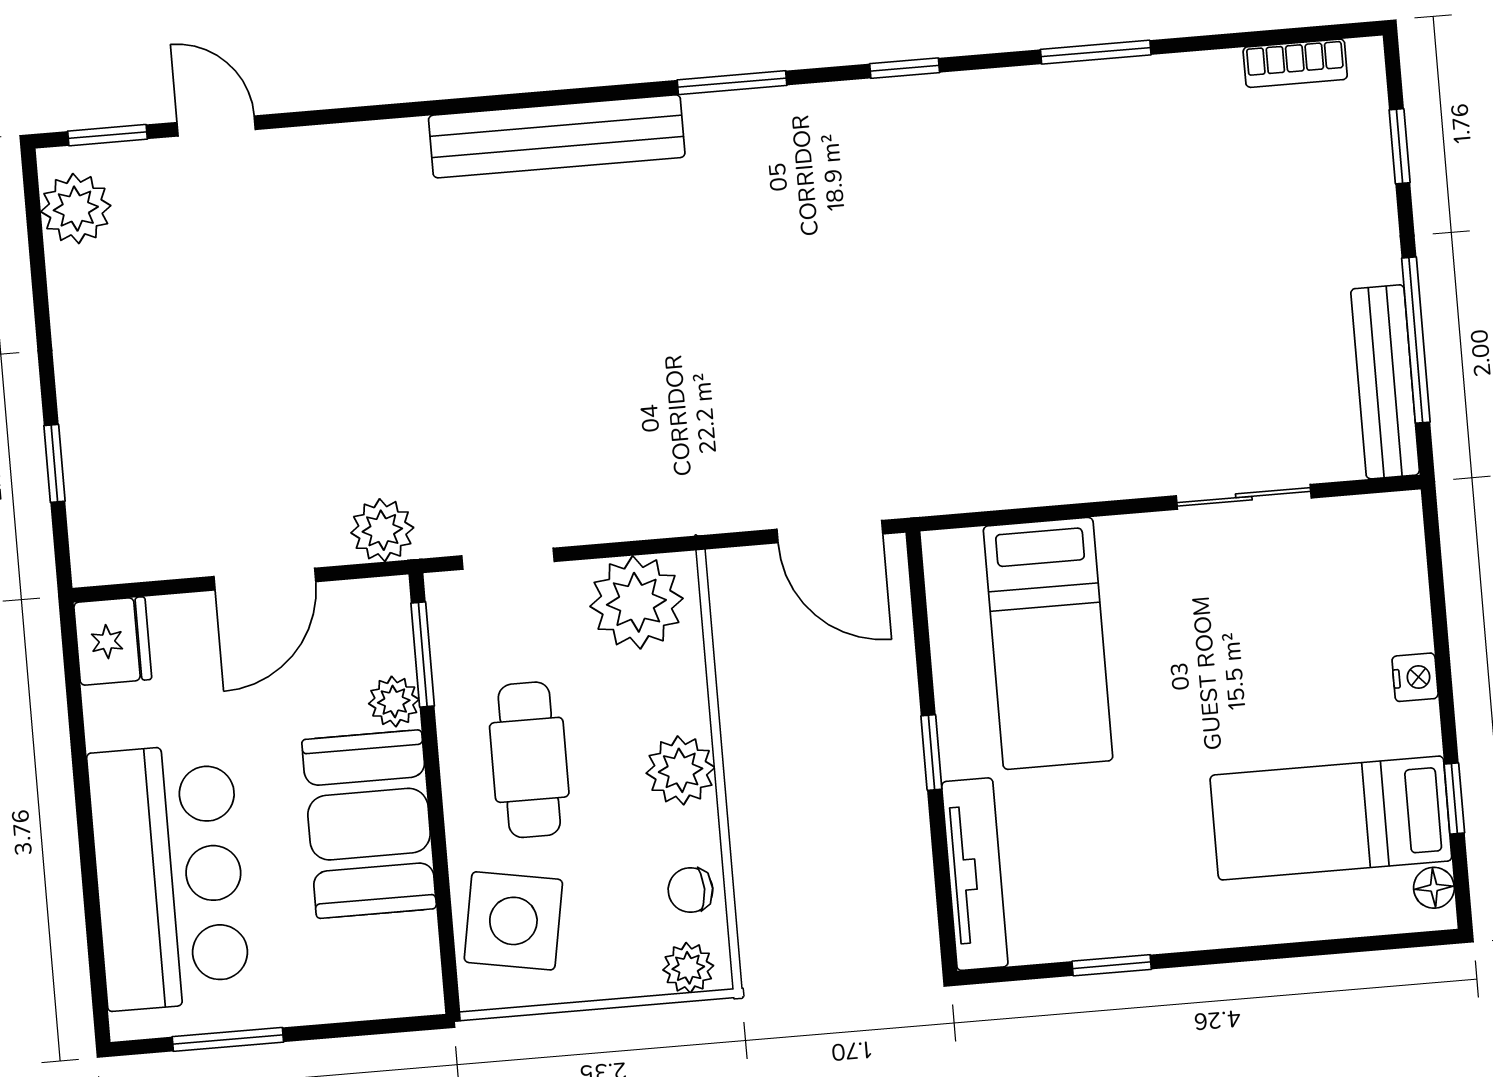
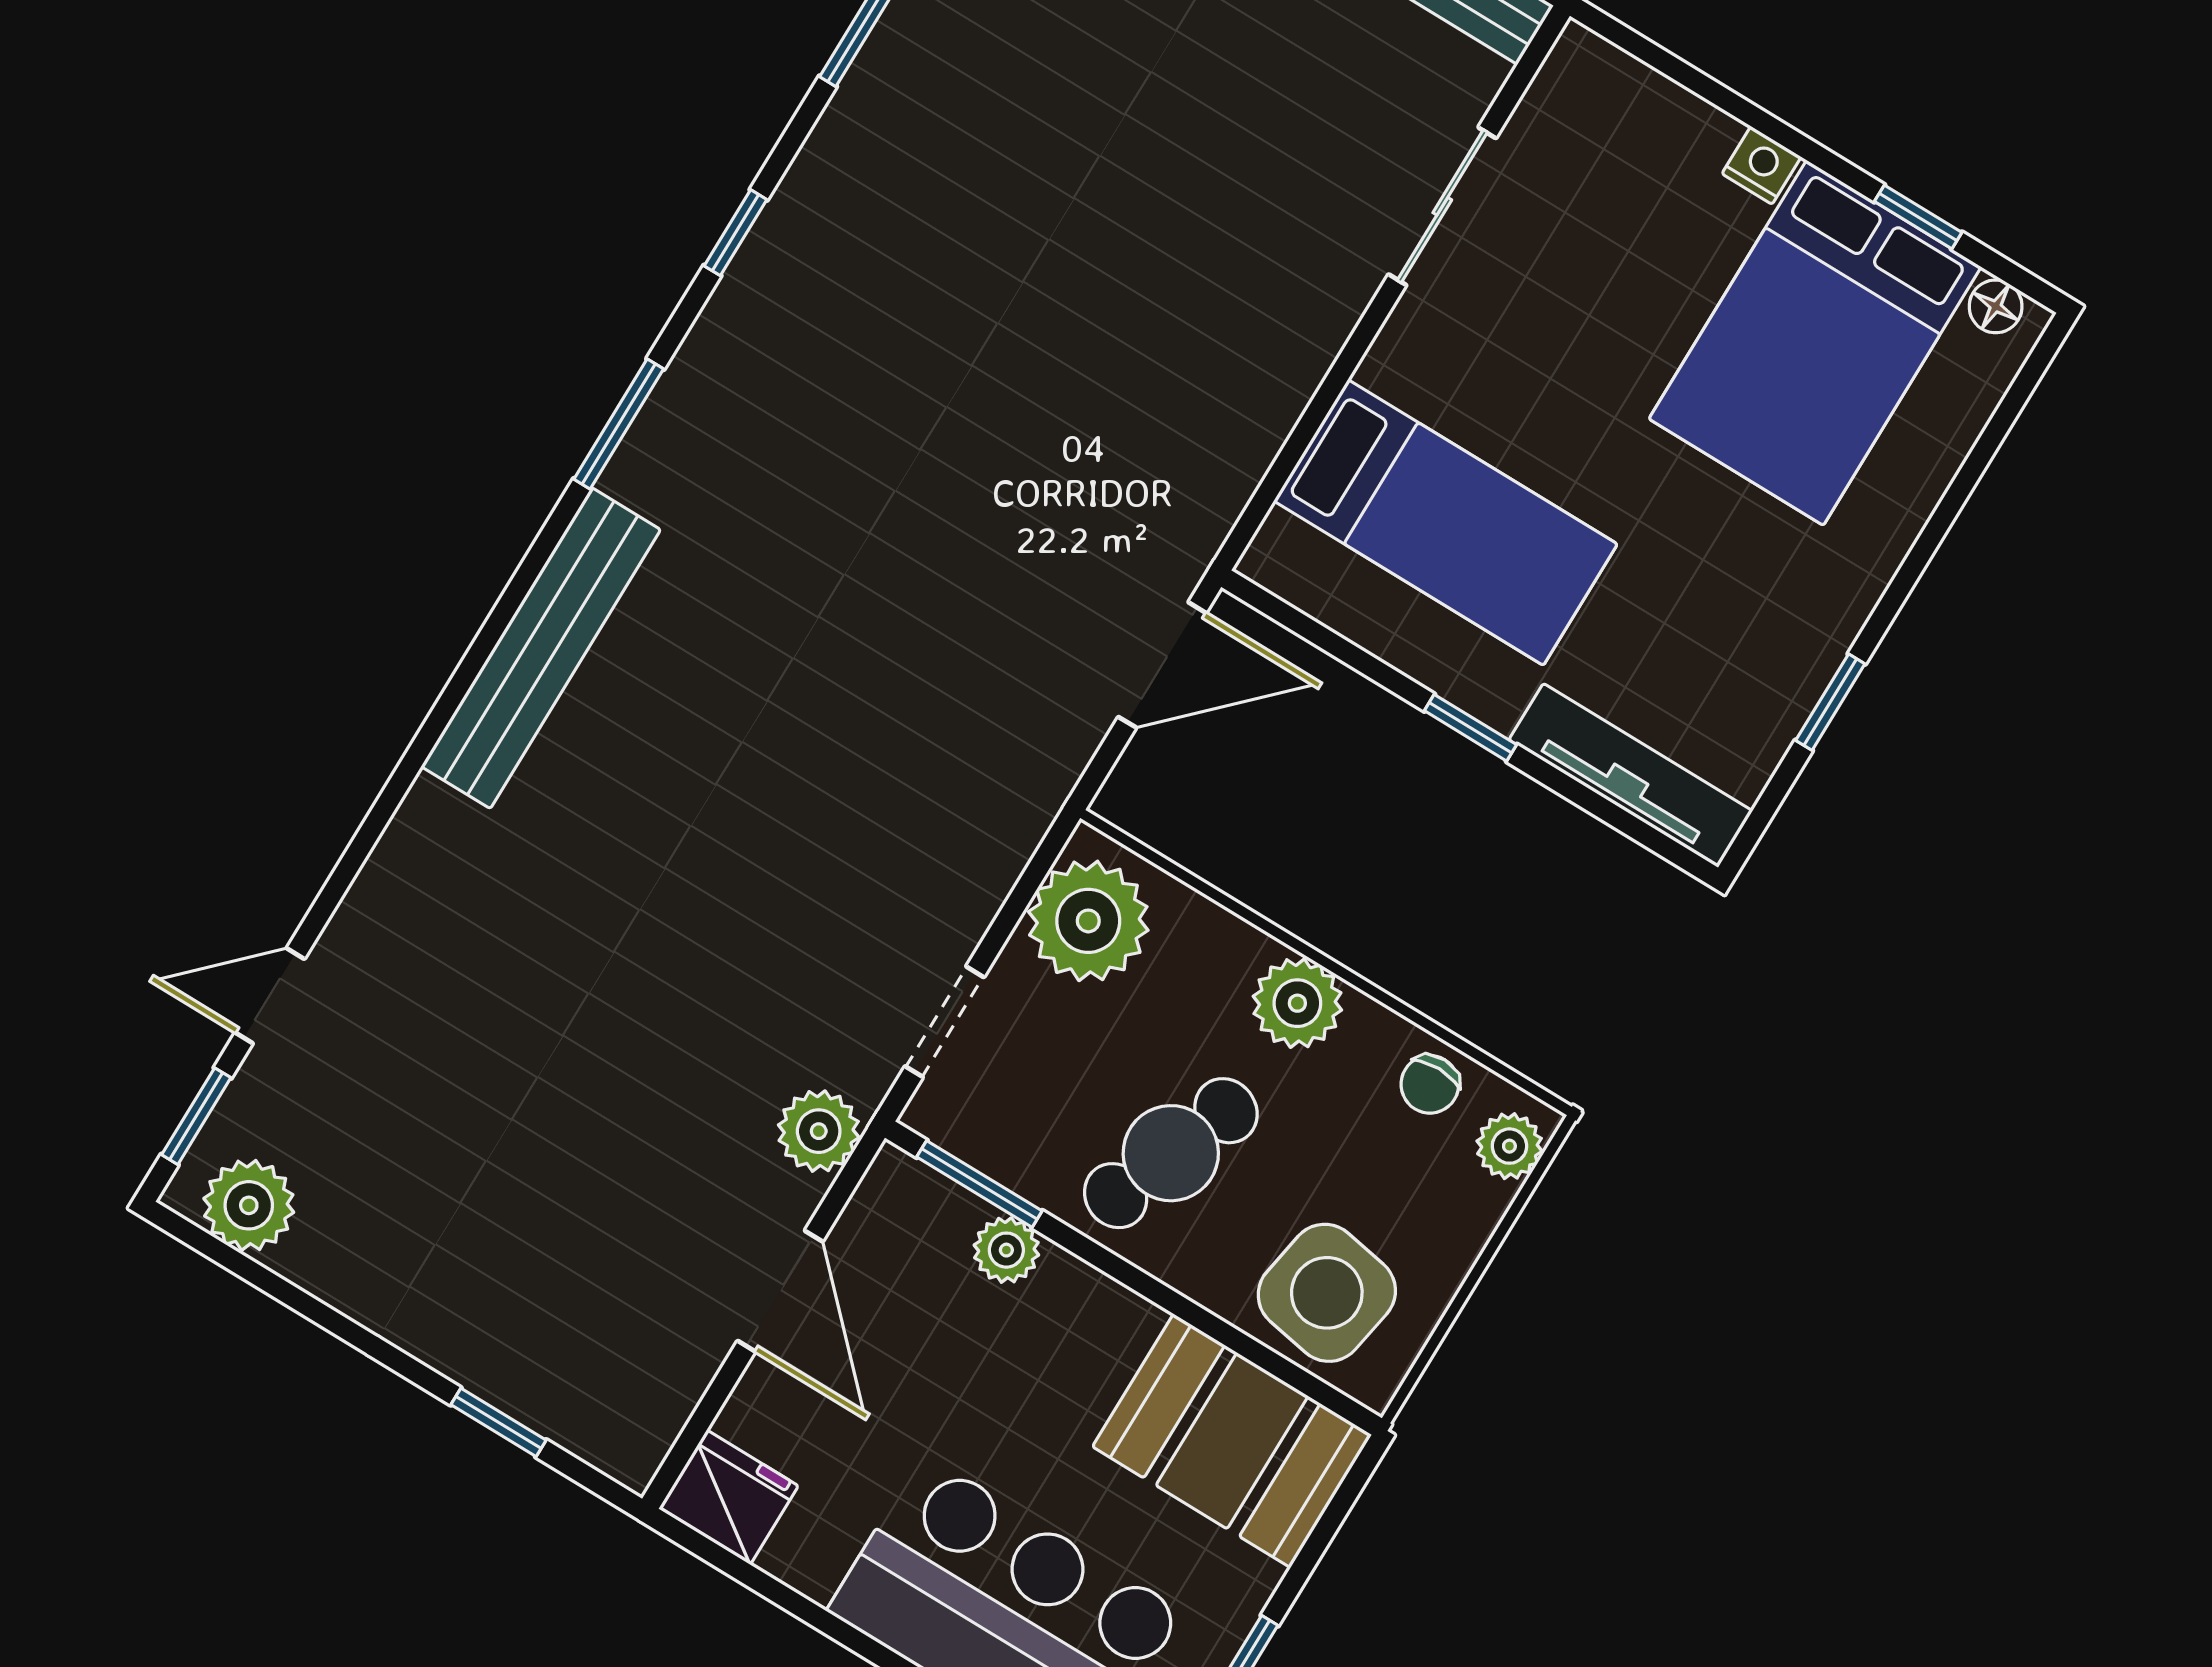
cafe table: (529, 760) -> (1171, 1153), turned -69
bed: (1331, 818) -> (1815, 343), width x1.50
booth: (369, 824) -> (1232, 1441), moved

